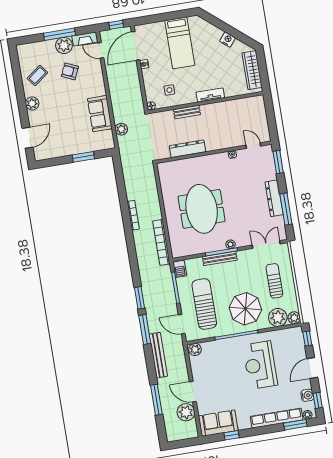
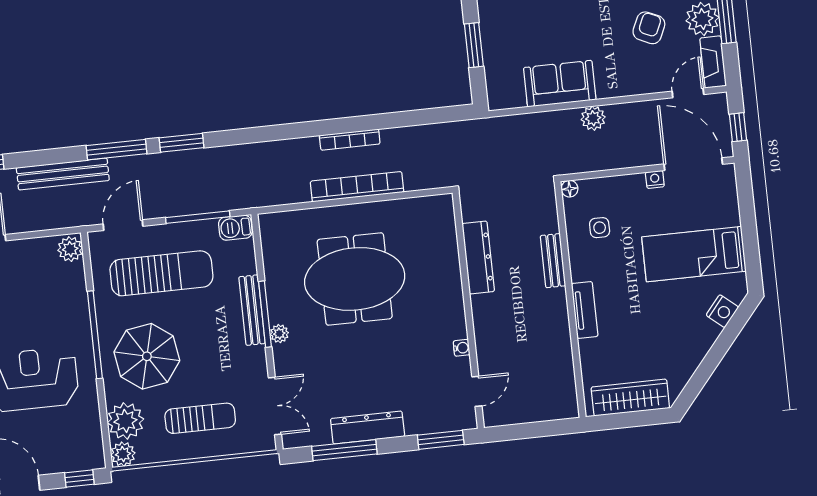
nightstand: (228, 40) -> (722, 311), moved
plant: (121, 129) -> (593, 118), moved
bookcase: (161, 242) -> (357, 187), moved

